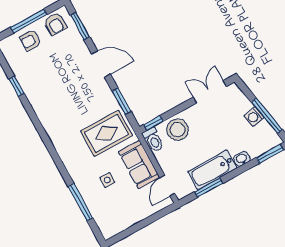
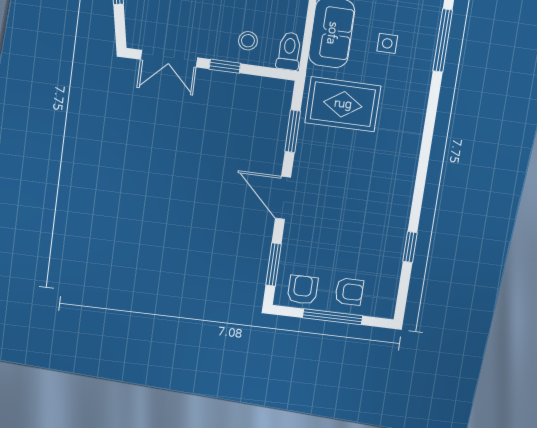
window: (154, 123) -> (225, 66), moved
stool: (177, 130) -> (248, 41), width x0.53, depth x0.53

